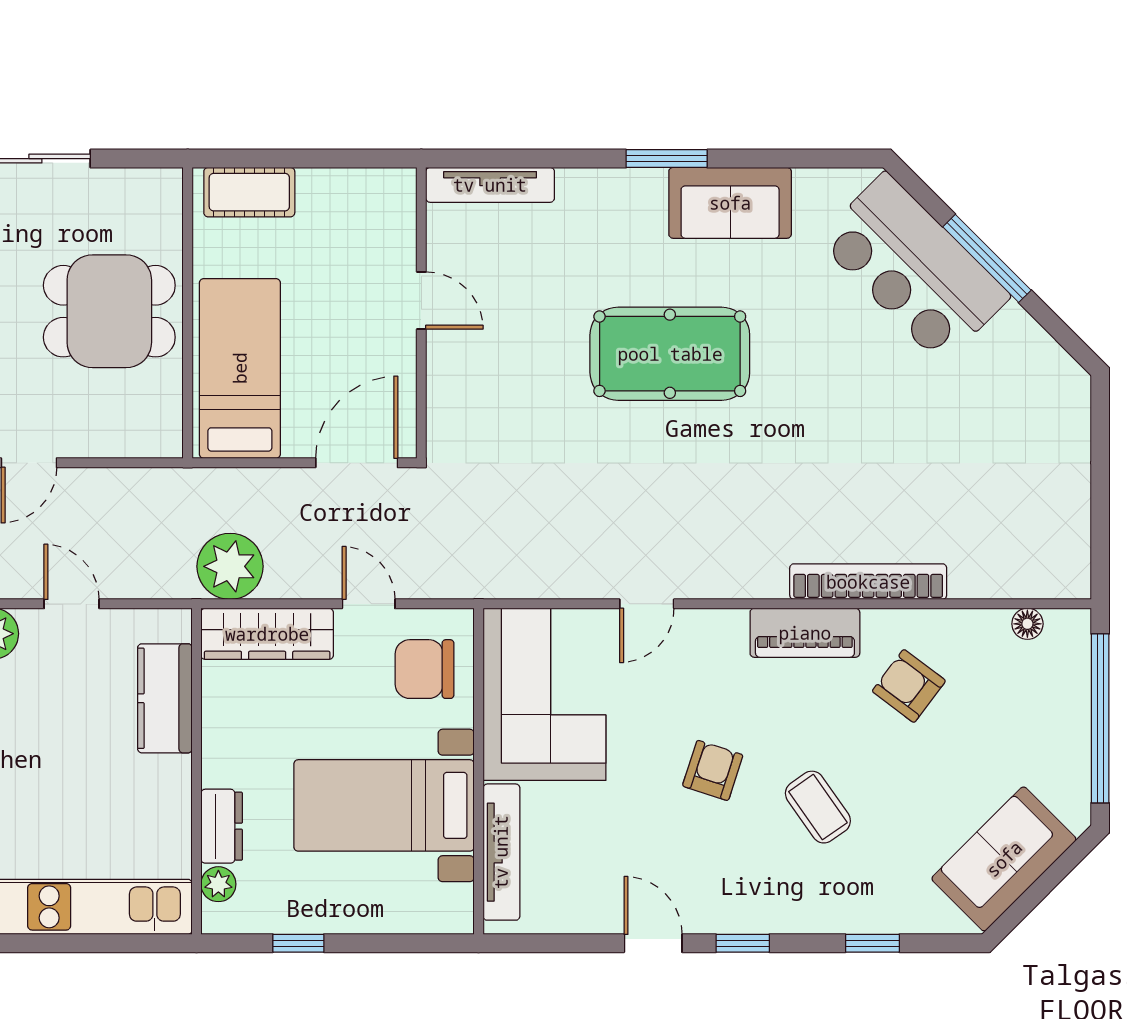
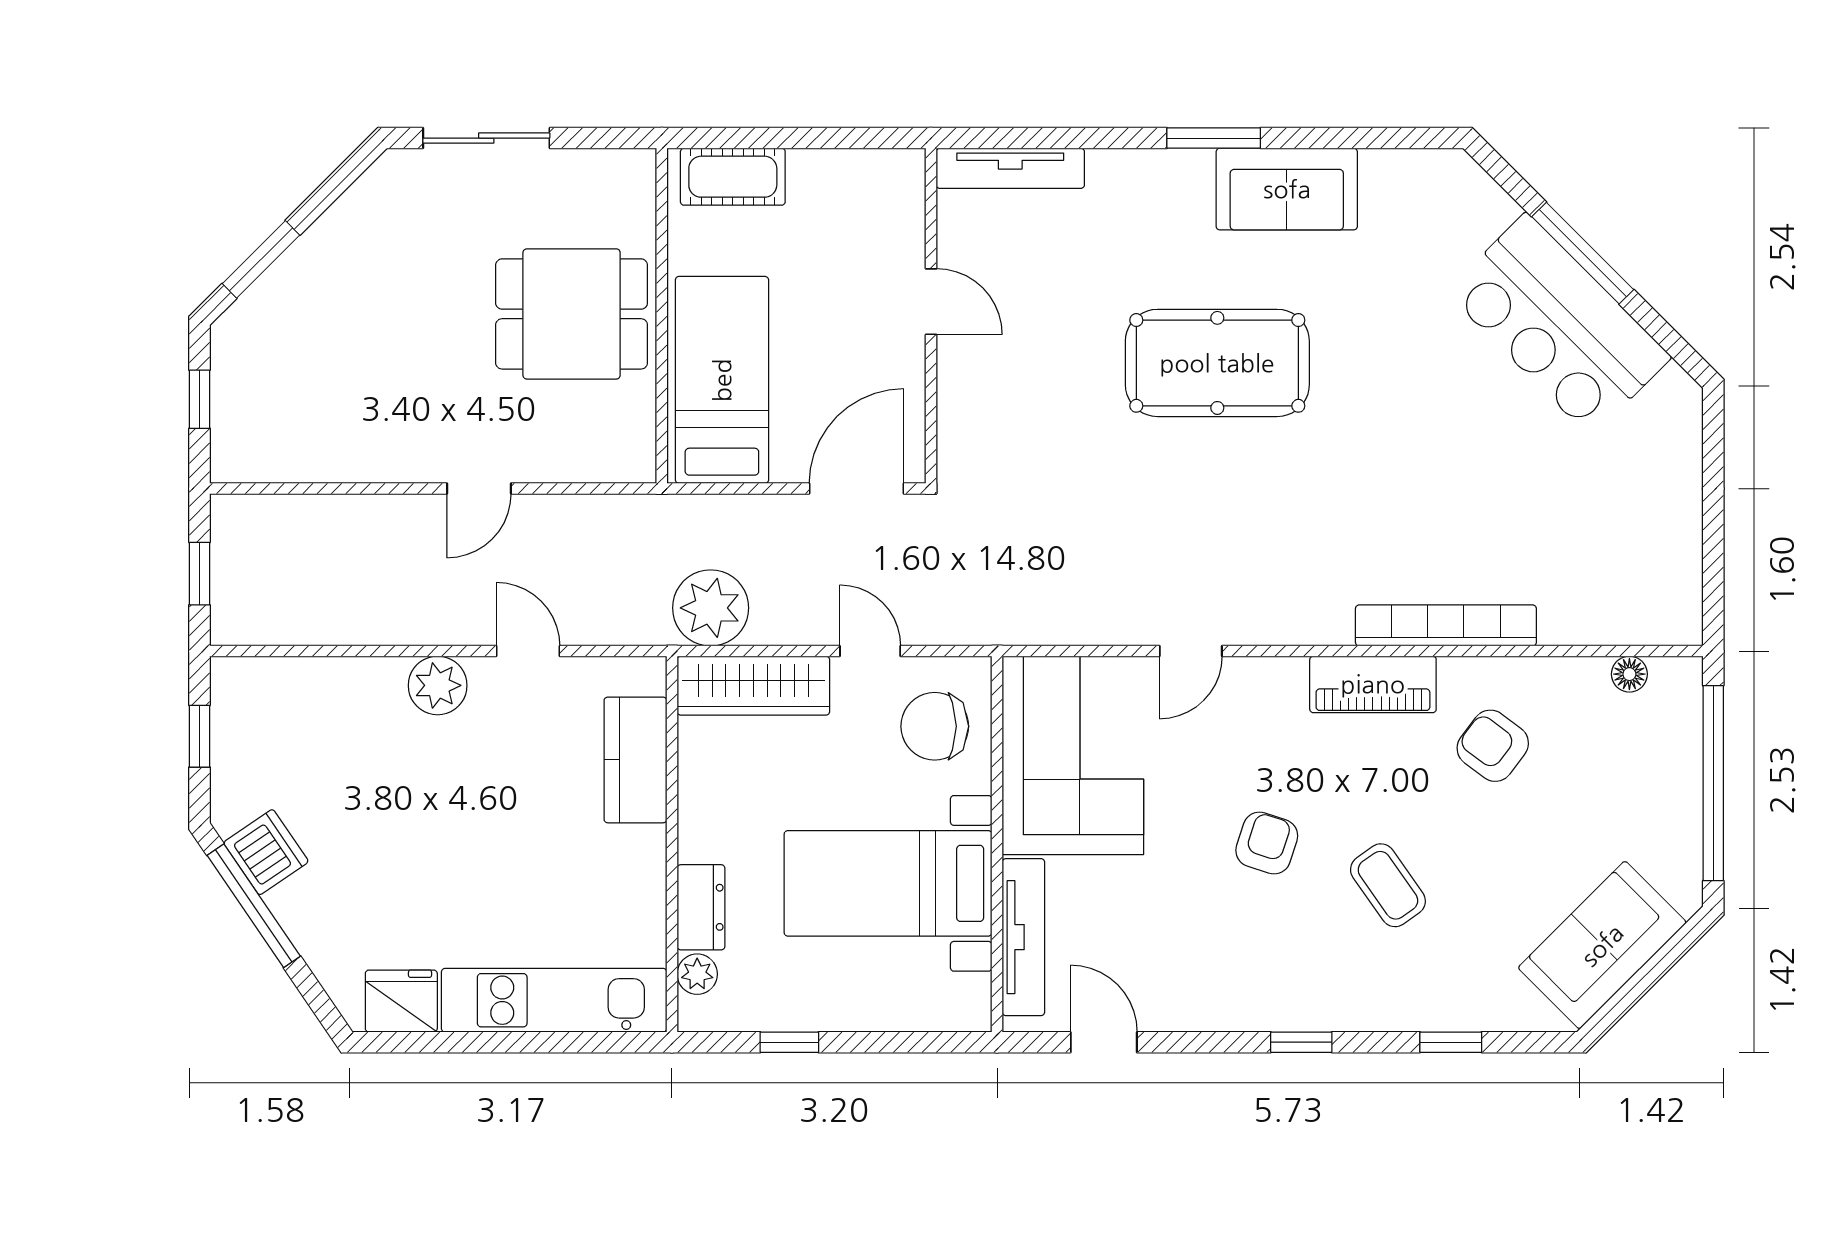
bar counter: (914, 268) -> (1559, 325), moved
door: (653, 943) -> (1104, 1042), moved

